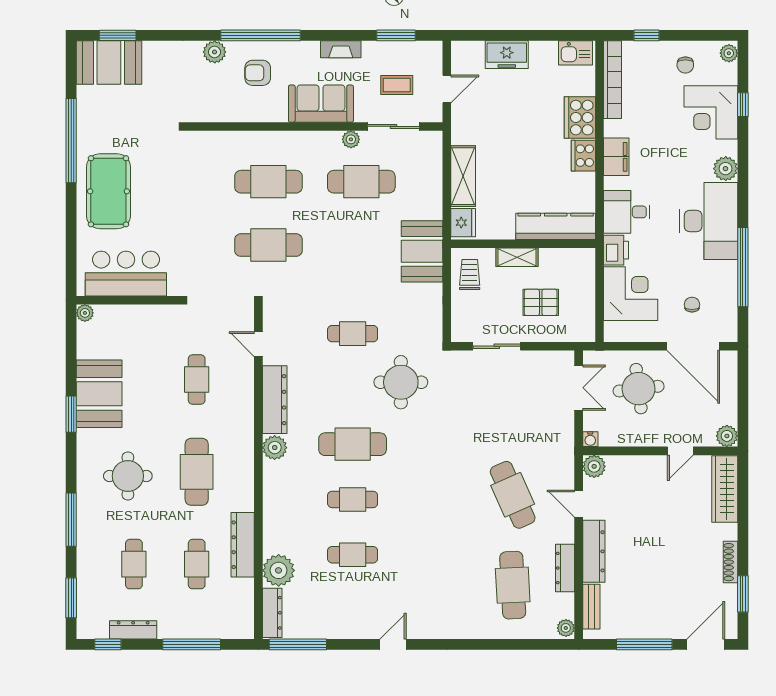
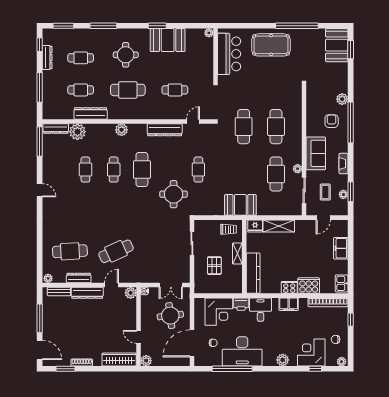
plant: (401, 50) -> (343, 194), added
door: (447, 89) -> (323, 218), hinge flipped
desk: (709, 221) -> (242, 351), moved
plant: (275, 448) -> (122, 130), moved

